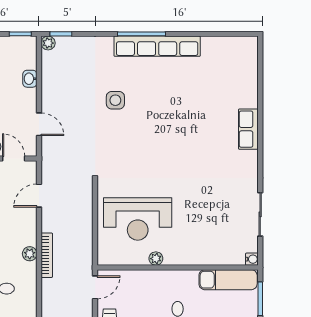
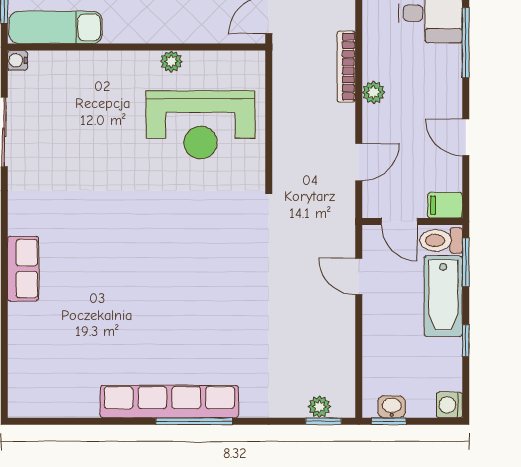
plant: (48, 43) -> (319, 407), moved
washbasin: (30, 79) -> (392, 407), moved, turned -90
side table: (115, 100) -> (236, 315), removed
reception desk: (138, 219) -> (200, 125), turned 180
plant: (30, 254) -> (374, 92), moved

